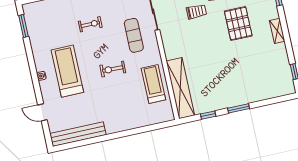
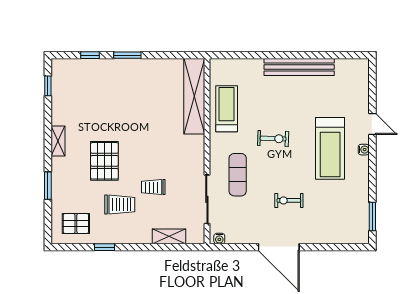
treadmill: (153, 84) -> (227, 109), turned 180
door: (42, 112) -> (372, 124), moved
window: (208, 115) -> (90, 55), moved
bench: (78, 134) -> (299, 67), moved

